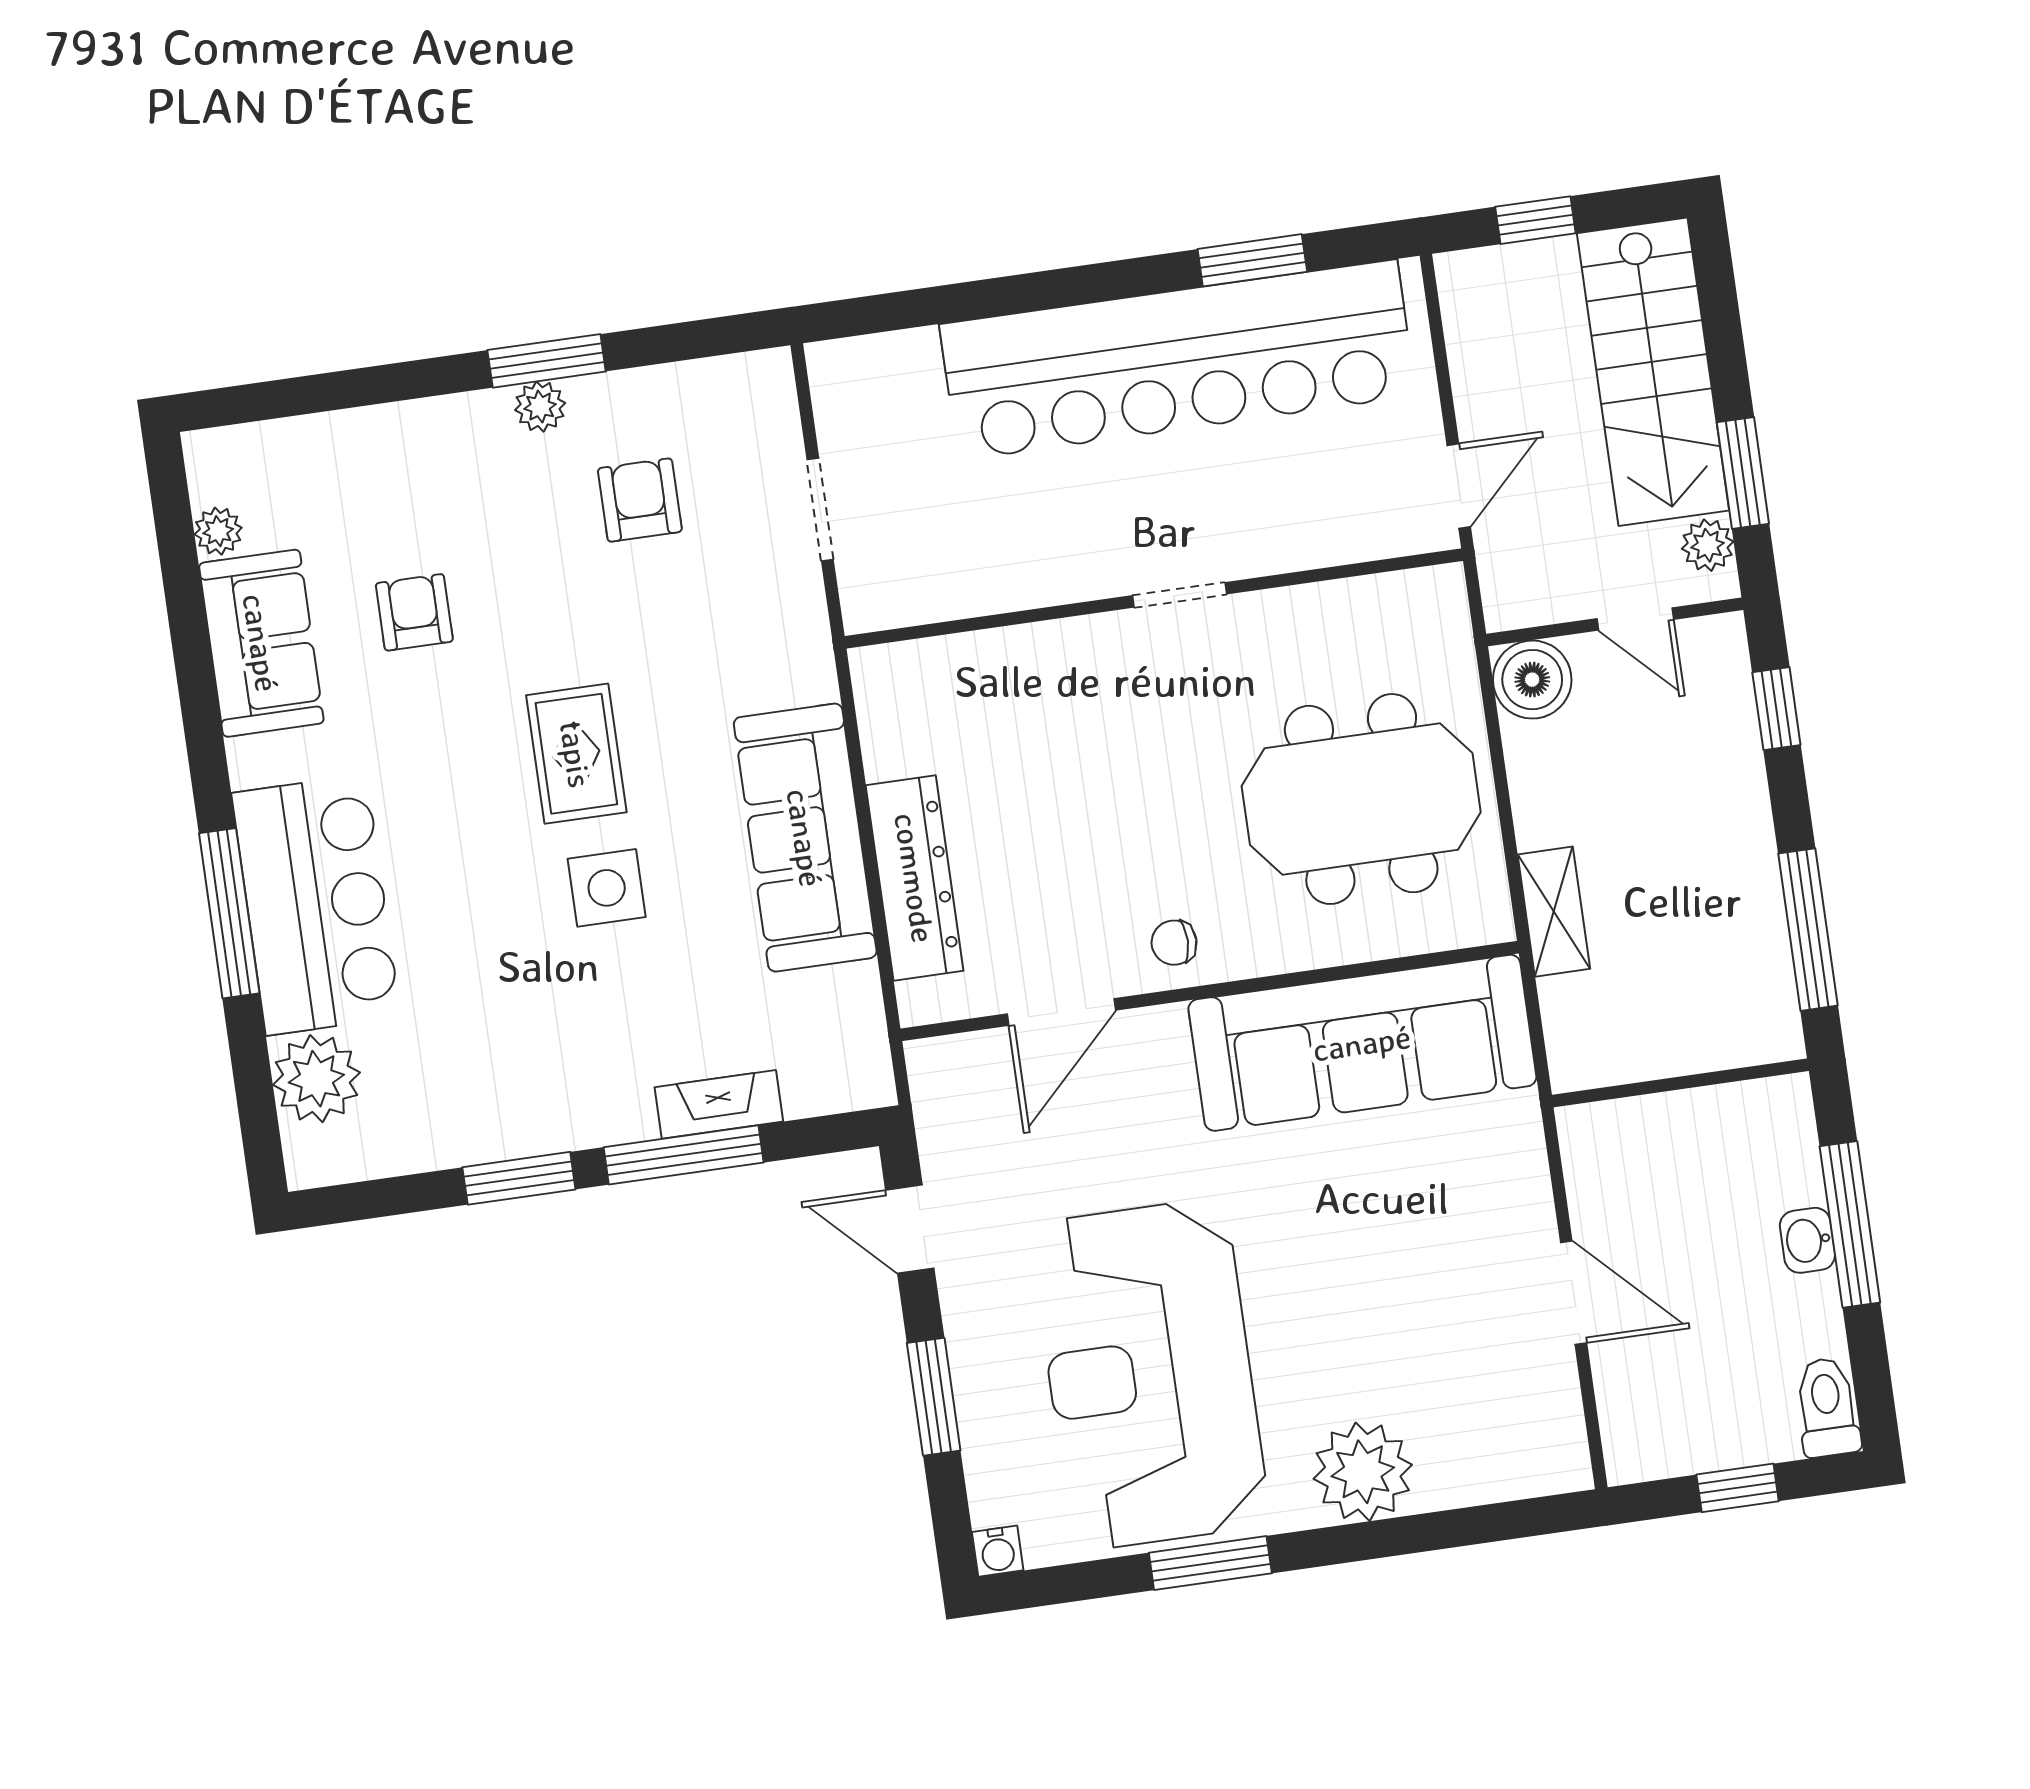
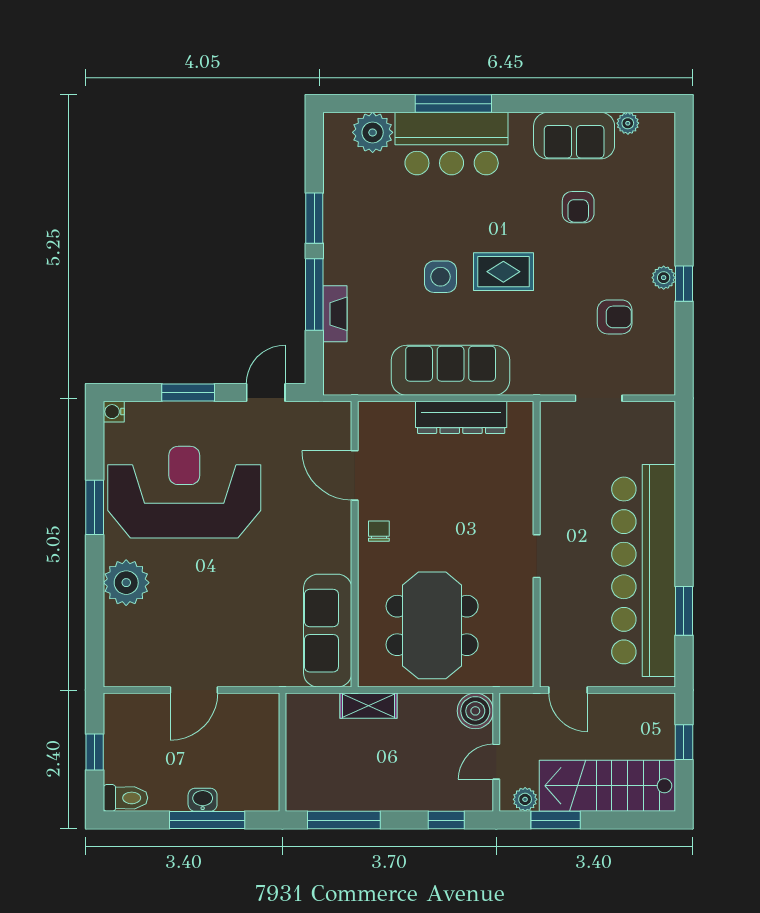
window: (547, 361) -> (684, 284), width x0.67
armchair: (414, 612) -> (578, 207), turned 90
dresser: (915, 878) -> (461, 417), moved
sofa: (1362, 1043) -> (328, 631), width x0.74, depth x0.79

